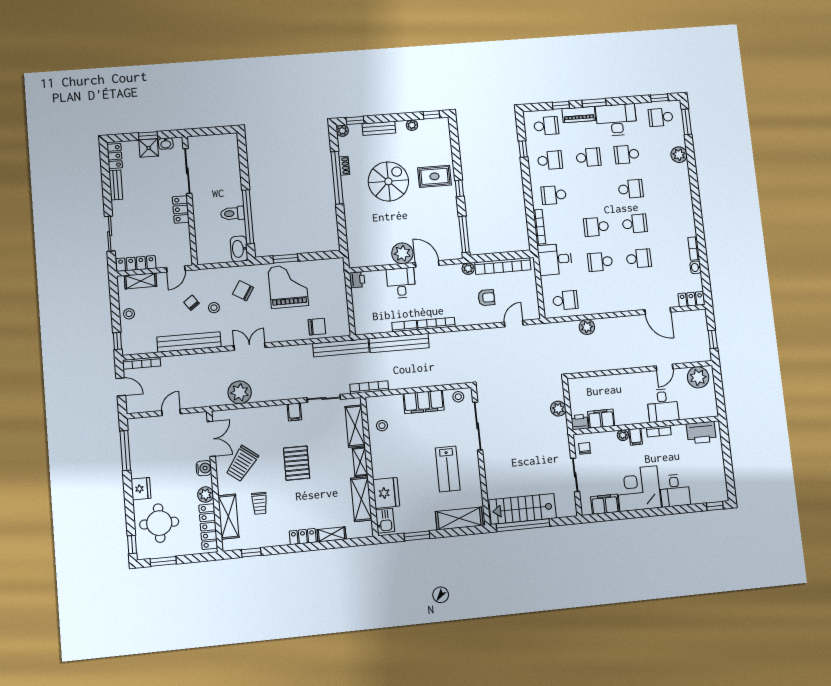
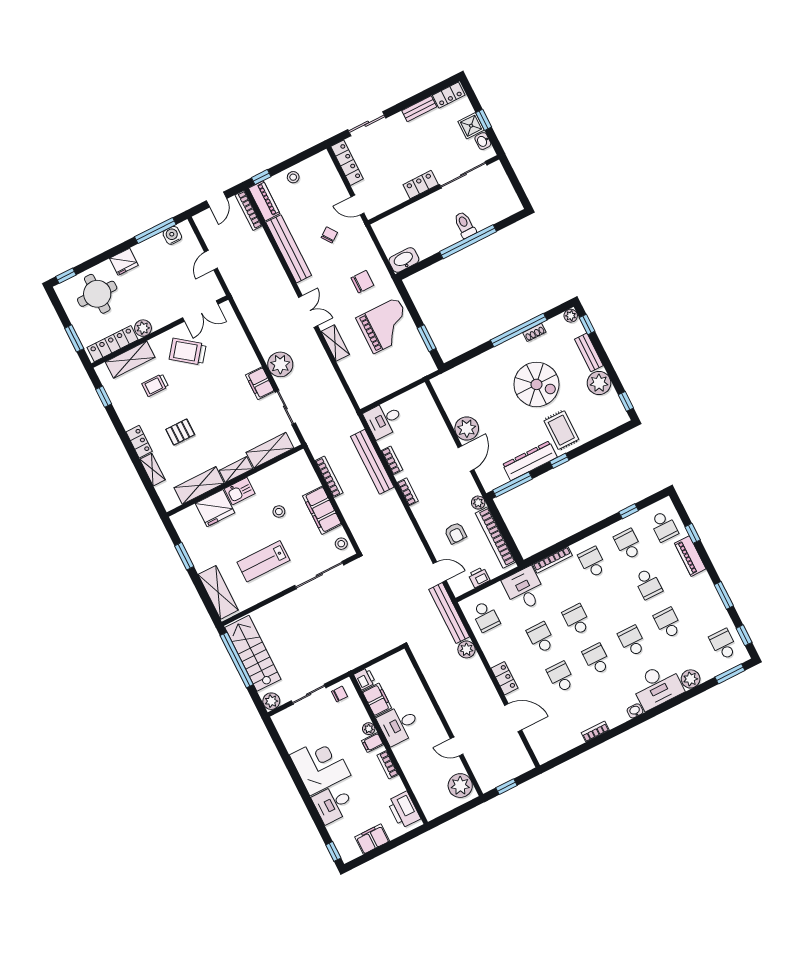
window: (594, 103) -> (724, 595), moved
desk: (616, 120) -> (657, 686), moved, turned 90
plant: (412, 125) -> (599, 383), width x1.87, depth x1.87
school desk: (550, 160) -> (628, 544), turned 180
school desk: (631, 189) -> (632, 641), turned 180
dresser: (450, 212) -> (530, 461), added
toilet: (232, 213) -> (465, 225), moved
window: (248, 217) -> (468, 242), moved
school desk: (635, 224) -> (597, 659), turned 180
window: (285, 258) -> (427, 338), moved
school desk: (639, 259) -> (561, 677), turned 180
washbasin: (696, 267) -> (635, 711), moved
printer: (357, 280) -> (479, 577), moved, turned 180
shelving: (140, 281) -> (335, 343), moved
desk: (401, 283) -> (384, 420), moved, turned 180
chair: (243, 291) -> (362, 282), turned 58
locker: (691, 299) -> (504, 678), moved
stool: (214, 308) -> (333, 259), removed
door: (658, 311) -> (513, 718), swing flipped
bookcase: (436, 323) -> (408, 492), width x0.64
chair: (317, 327) -> (356, 371), removed
piano: (139, 347) -> (264, 201), added
bench: (341, 348) -> (449, 613), moved
bookcase: (369, 387) -> (329, 477), moved
plant: (240, 392) -> (280, 364), moved
desk: (663, 405) -> (399, 725), moved
plant: (558, 409) -> (271, 701), moved
door: (171, 412) -> (211, 260), swing flipped
filing cabinet: (294, 412) -> (260, 383), width x2.00
stool: (382, 426) -> (279, 512), moved
pallet: (297, 463) -> (180, 432), moved, width x0.67, depth x0.71
water cooler: (204, 468) -> (172, 235), moved, turned 180
filing cabinet: (605, 504) -> (372, 839), moved, turned -90
kitchen sink: (385, 521) -> (240, 491), moved
window: (163, 561) -> (74, 338), moved

